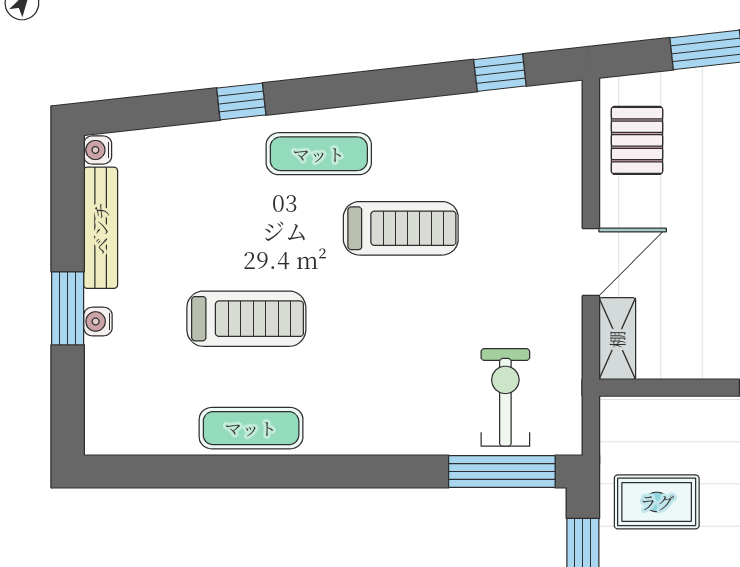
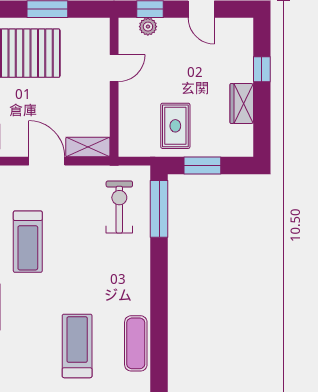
treadmill: (401, 228) -> (28, 242), moved, turned 180
exercise bike: (505, 397) -> (119, 207), turned 90

